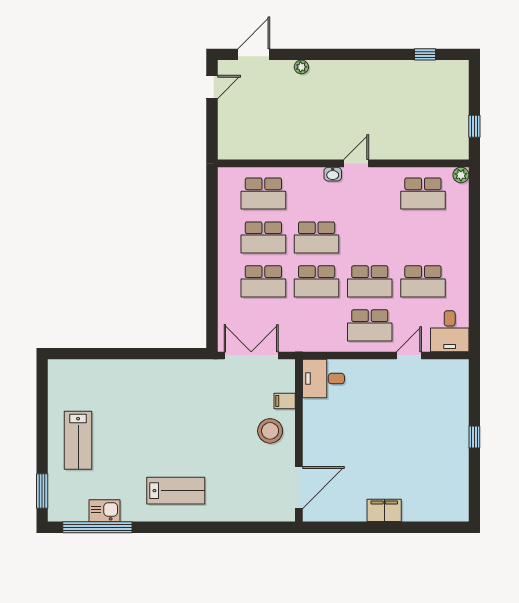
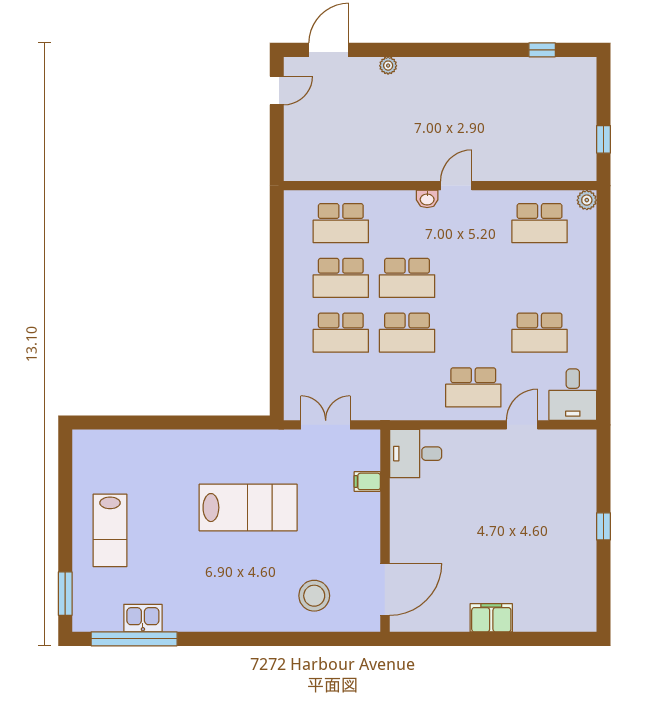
school desk: (370, 281) -> (473, 333), removed
double door: (251, 356) -> (326, 425), width x0.73
stool: (270, 431) -> (314, 596), moved
lab bench: (176, 491) -> (248, 508), moved, width x1.36, depth x1.39

